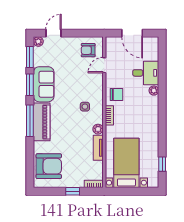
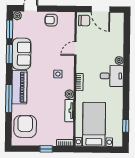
armchair: (88, 50) -> (51, 20), moved
door: (104, 65) -> (75, 48), moved
desk: (146, 73) -> (112, 76), moved
chair: (116, 94) -> (84, 21), moved
window: (30, 121) -> (9, 98), moved
armchair: (49, 166) -> (25, 126), turned -90

